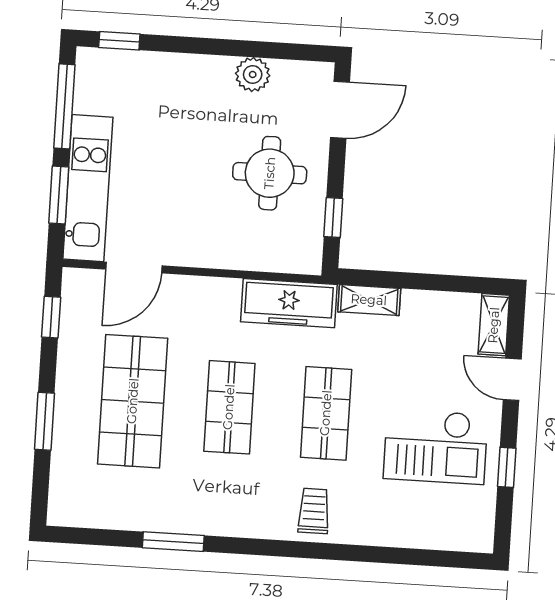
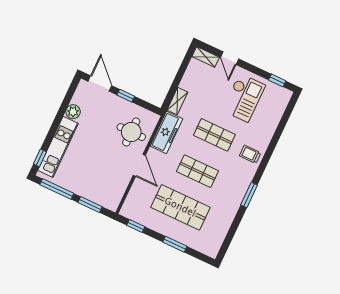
round table: (270, 173) -> (131, 132), moved
kitchen unit: (88, 188) -> (58, 147), moved, turned 90
window: (333, 218) -> (126, 96), moved
door: (134, 268) -> (139, 165), moved
door: (512, 379) -> (230, 58), hinge flipped
window: (507, 467) -> (277, 80), moved
window: (173, 542) -> (249, 195), moved

